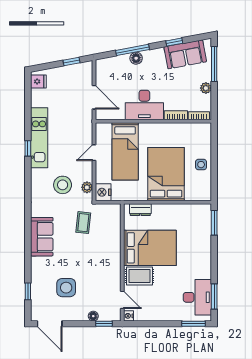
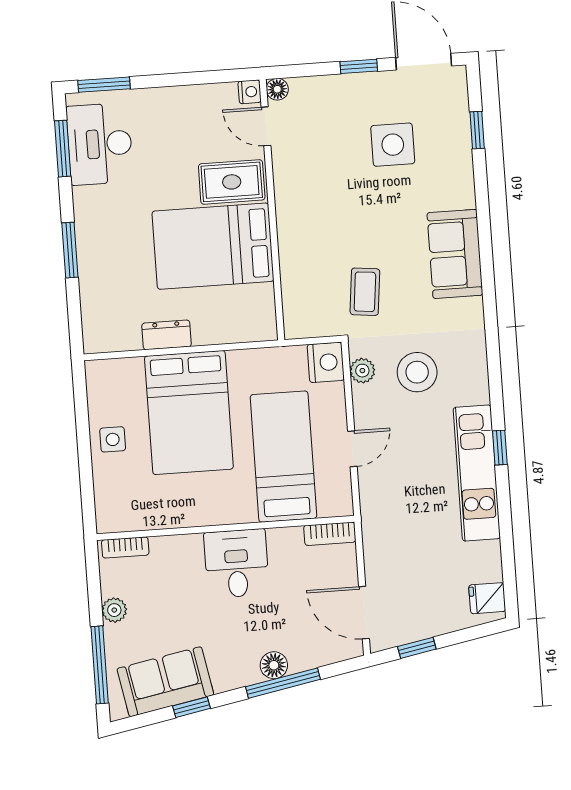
door: (94, 97) -> (364, 613), moved
desk: (144, 105) -> (237, 564), width x0.73
bookcase: (176, 115) -> (330, 534), moved
dresser: (140, 210) -> (167, 335), moved
window: (214, 223) -> (70, 250), moved
floor lamp: (93, 316) -> (277, 89), moved
window: (104, 324) -> (359, 66), moved

